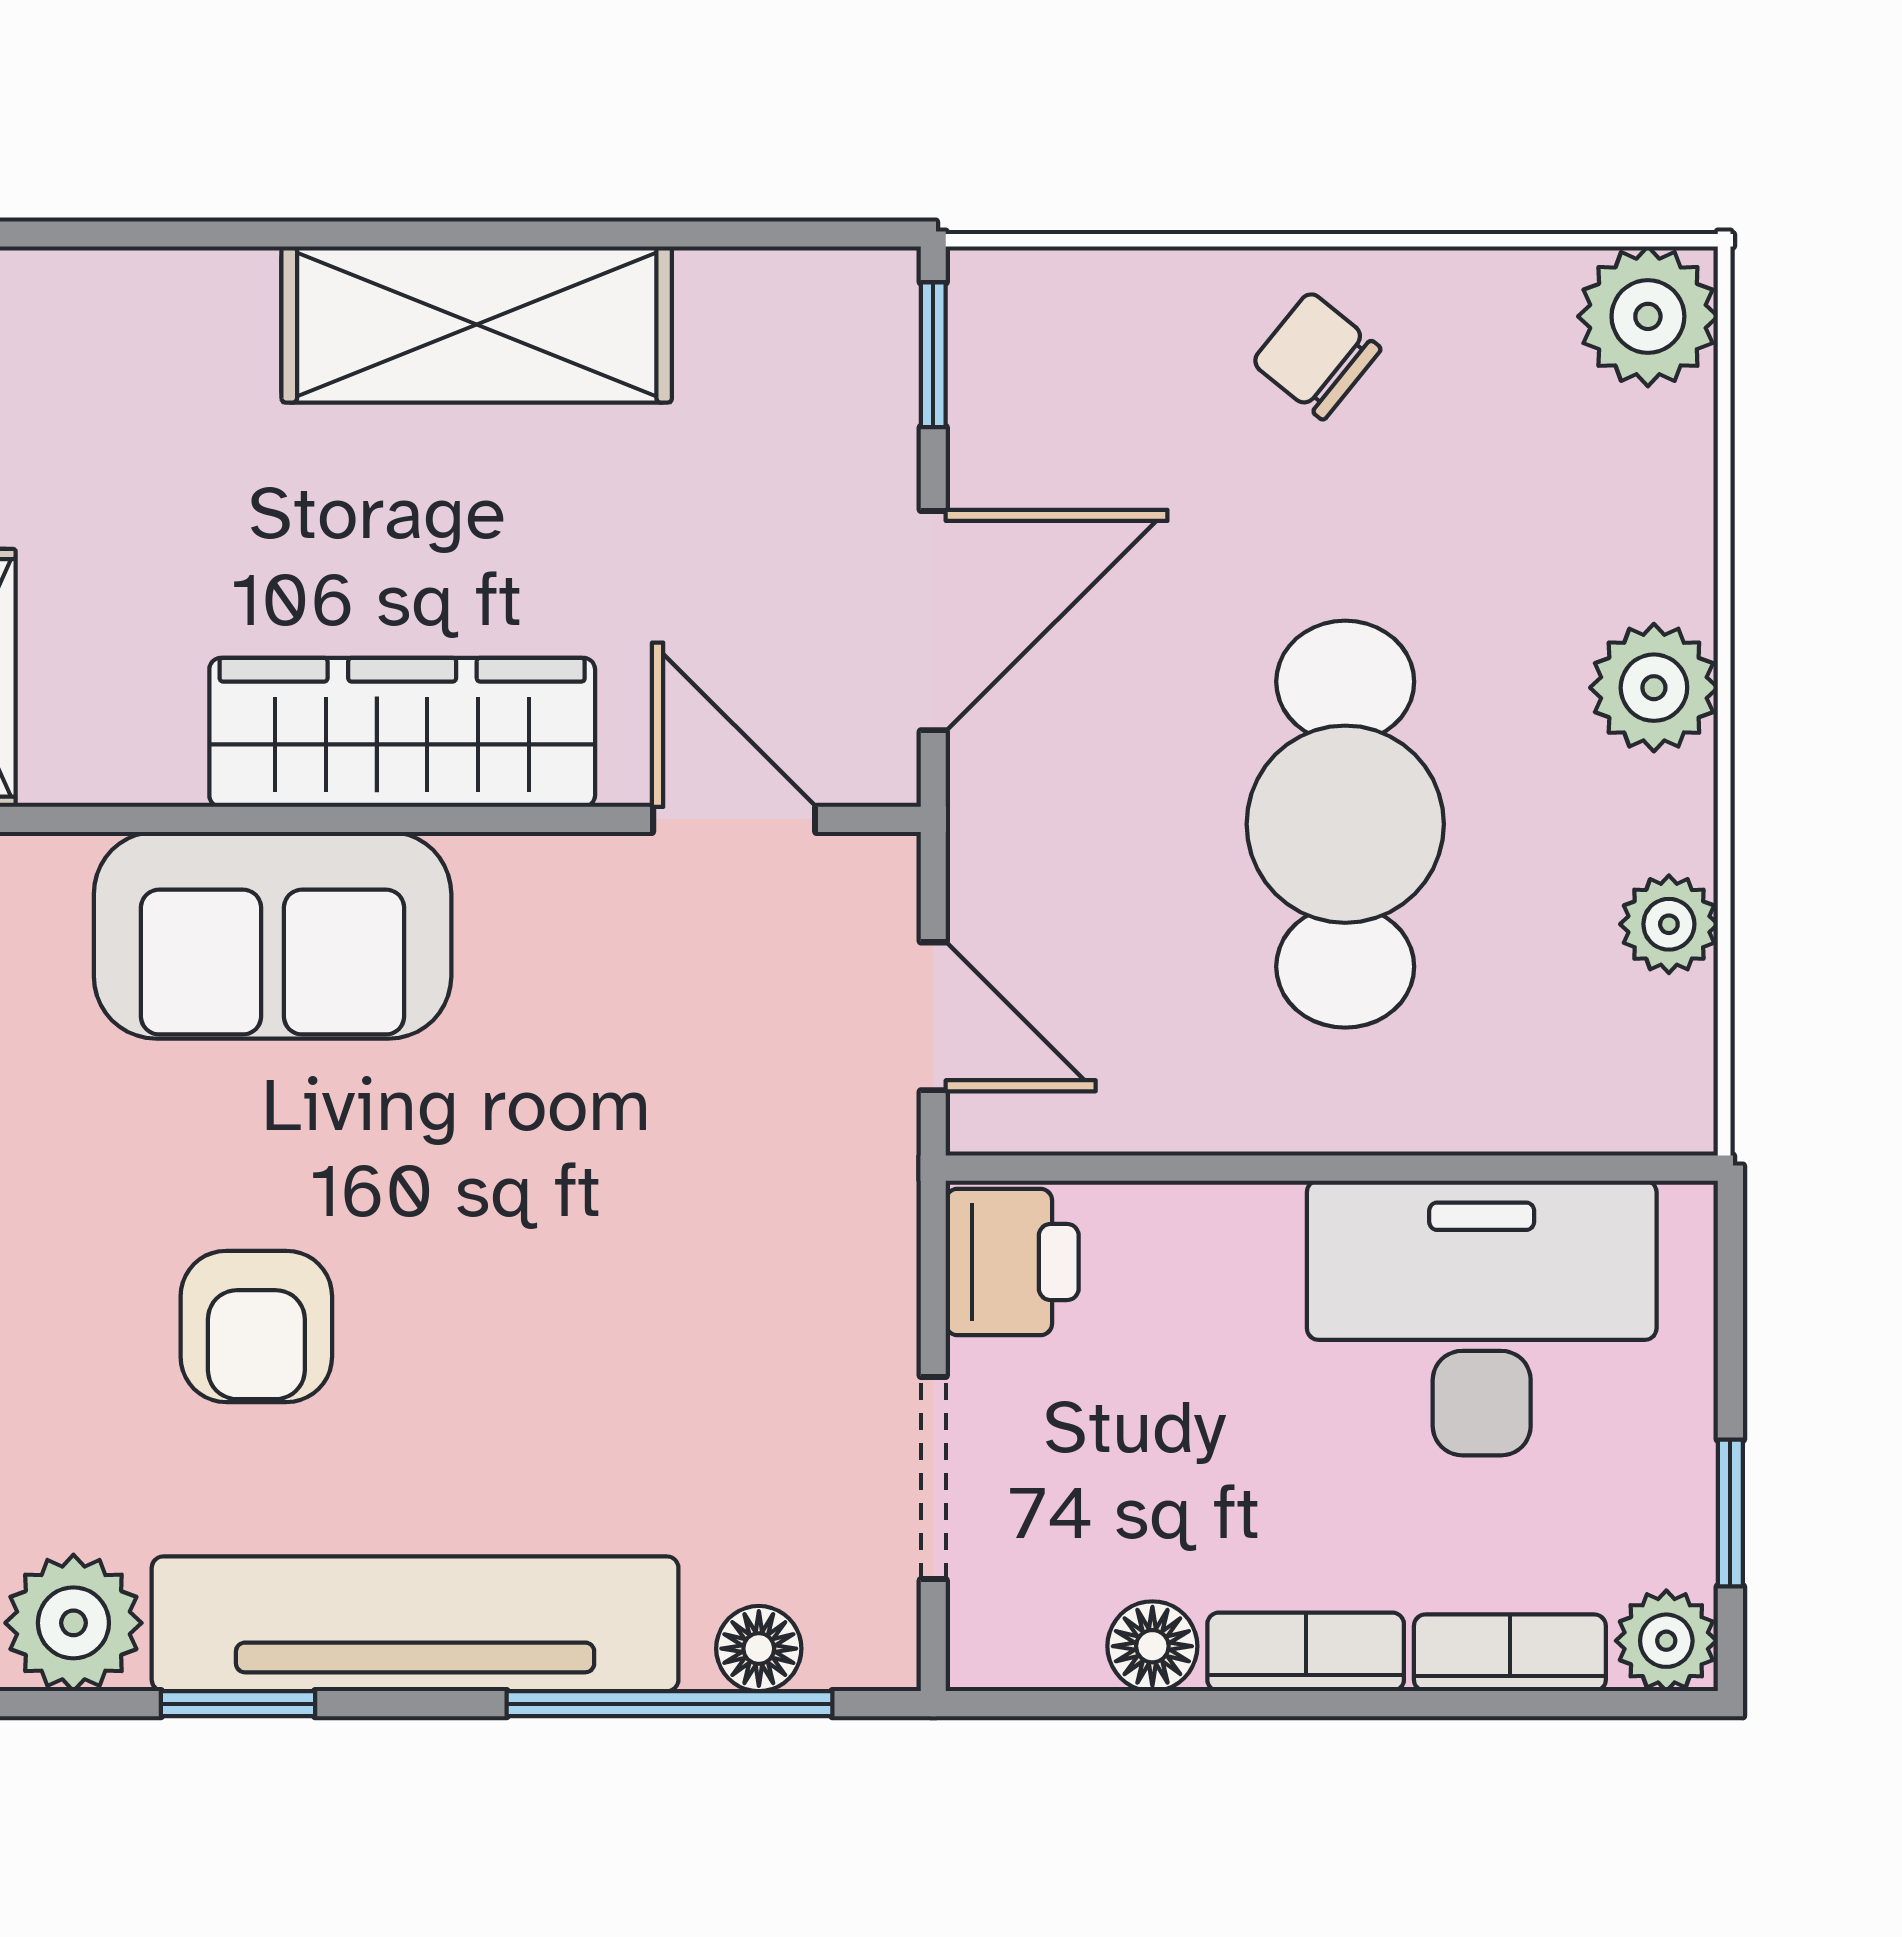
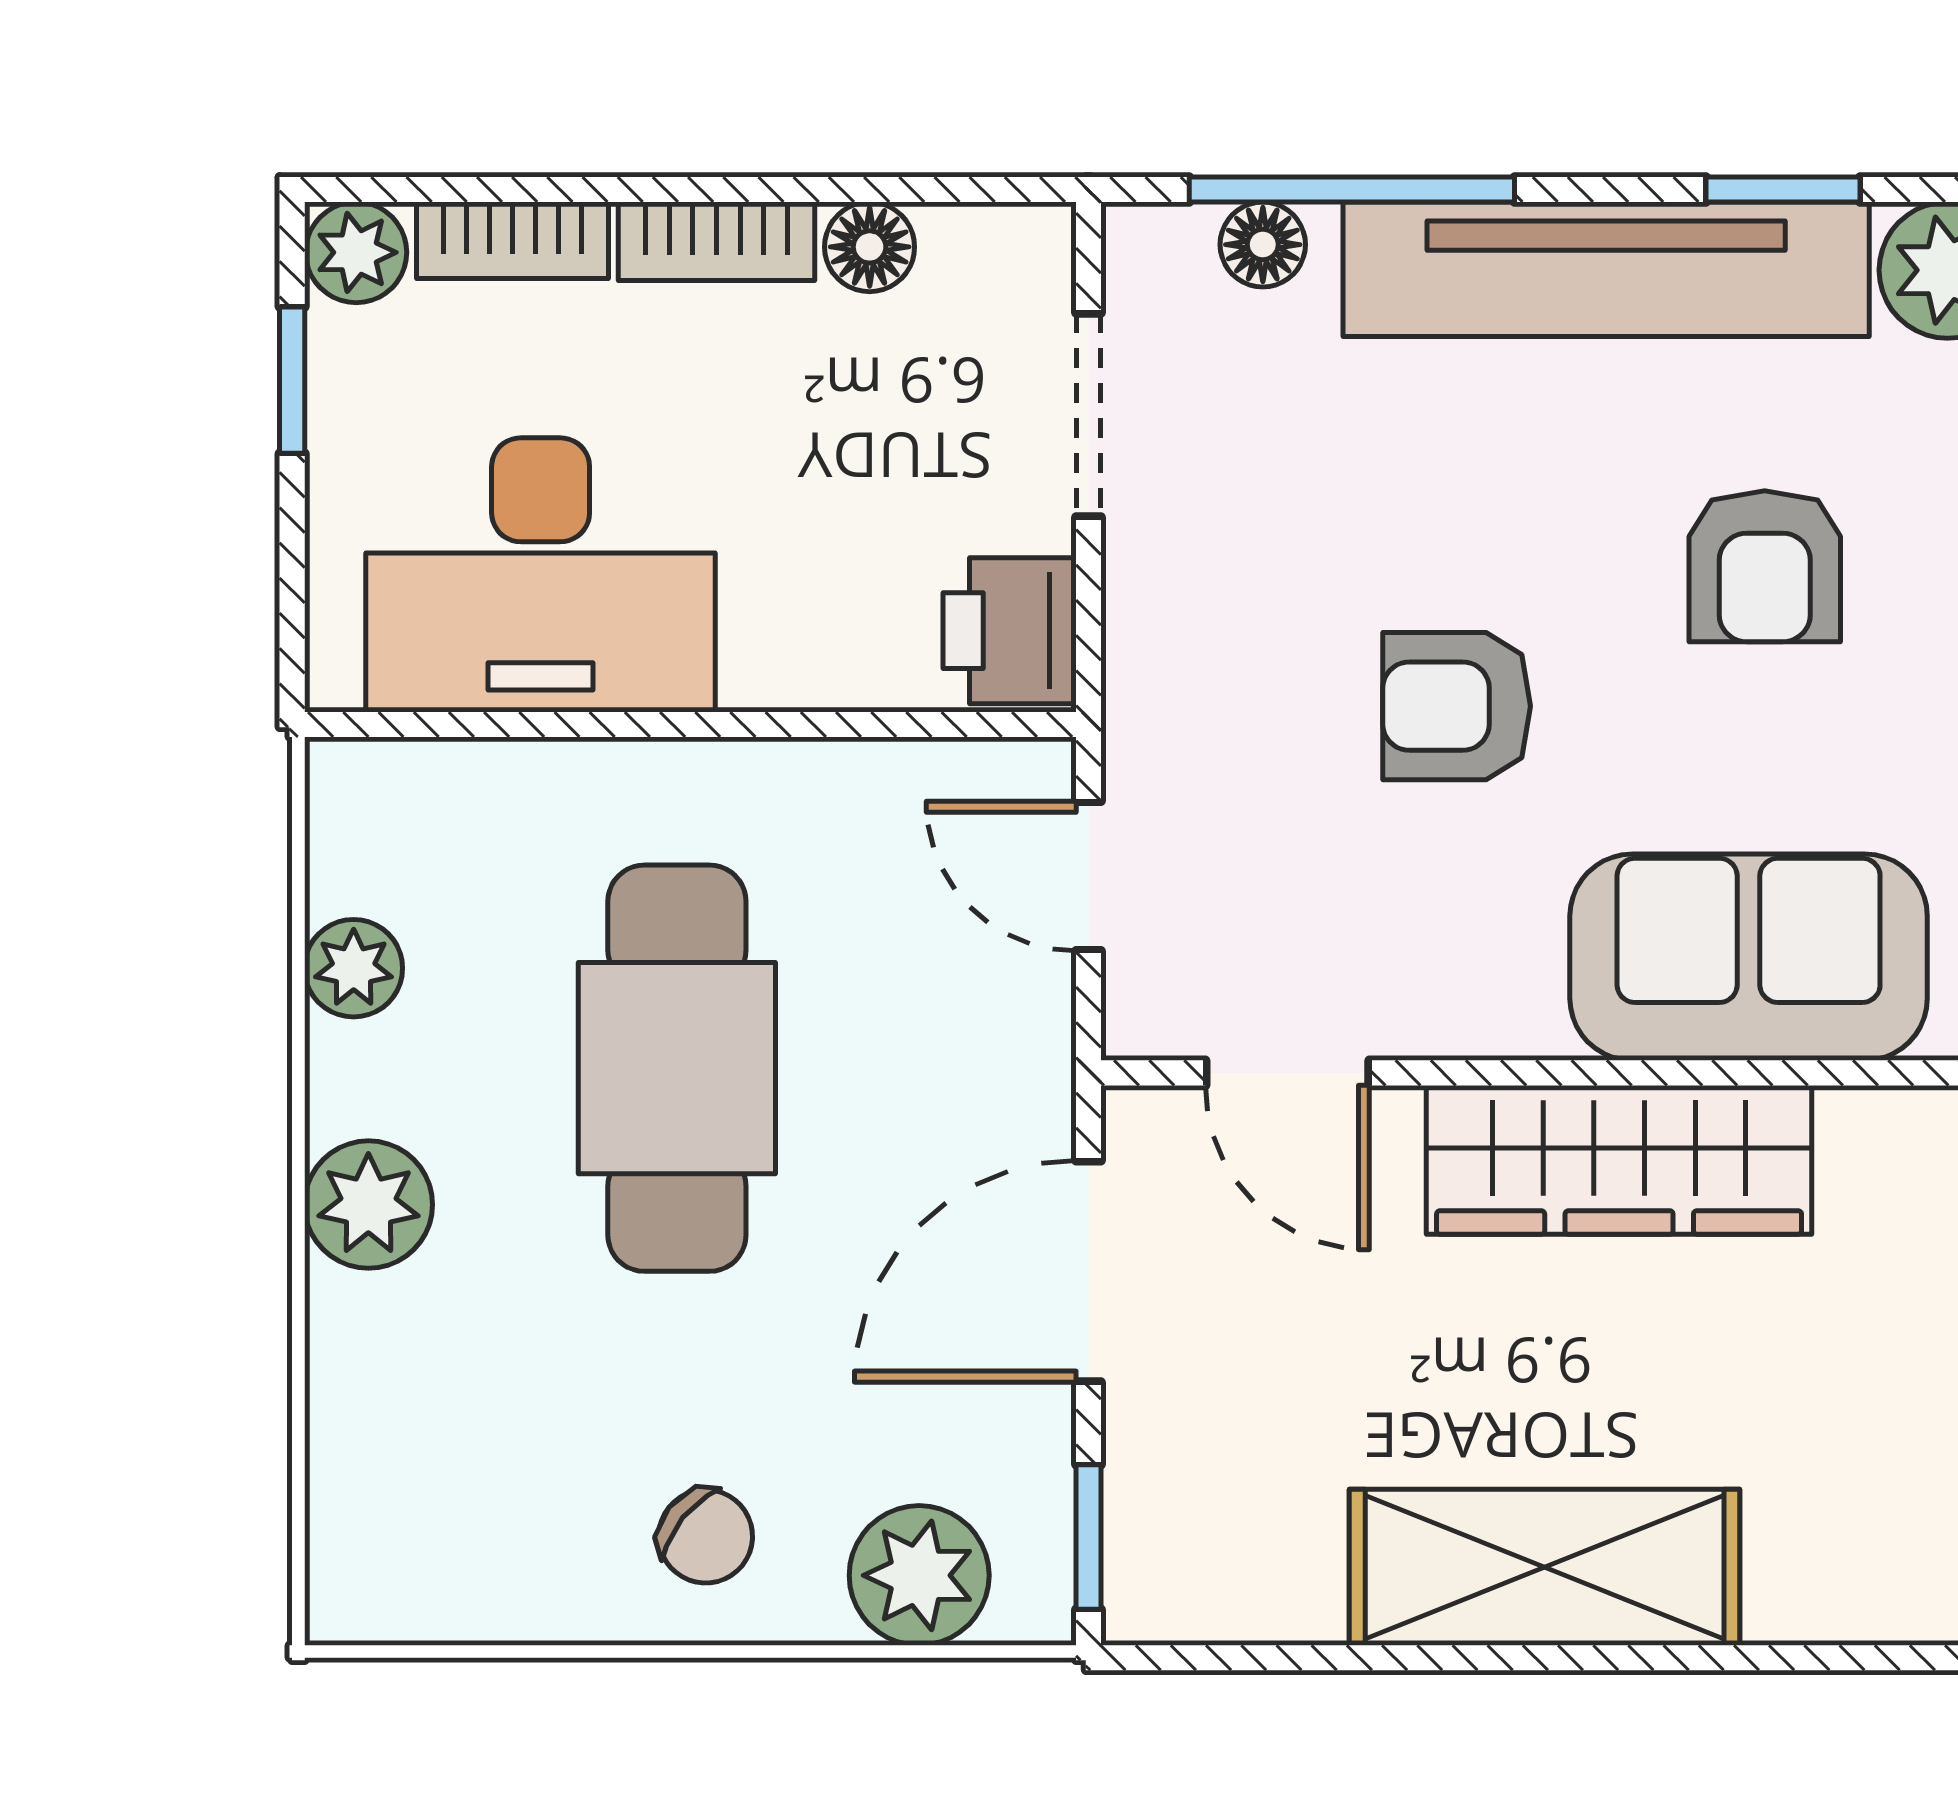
plant: (1648, 316) -> (919, 1575), moved
armchair: (565, 1187) -> (1457, 706), added
armchair: (256, 1326) -> (1765, 566), turned 180

